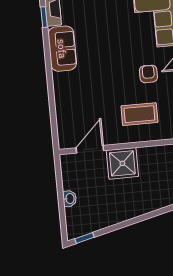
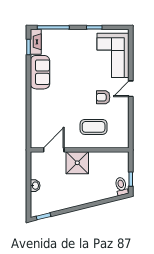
armchair: (148, 74) -> (103, 97), turned -90

